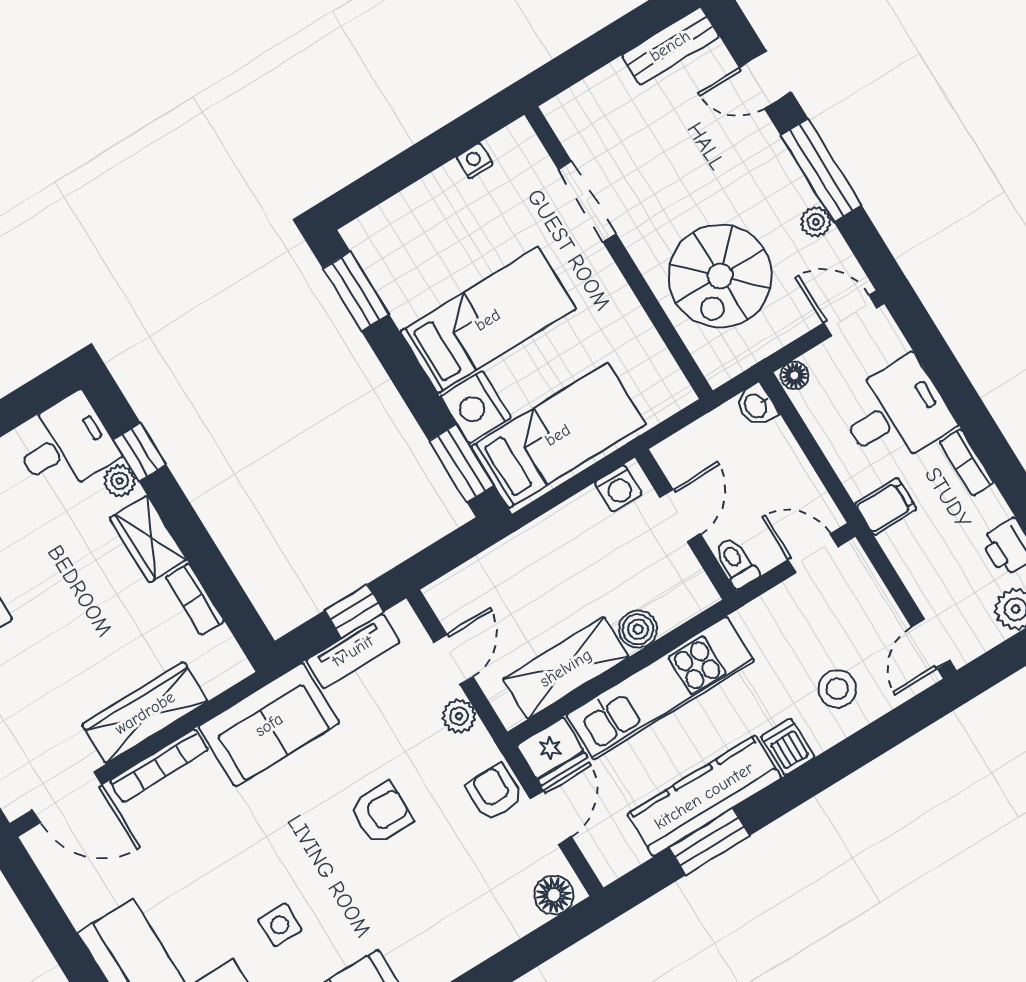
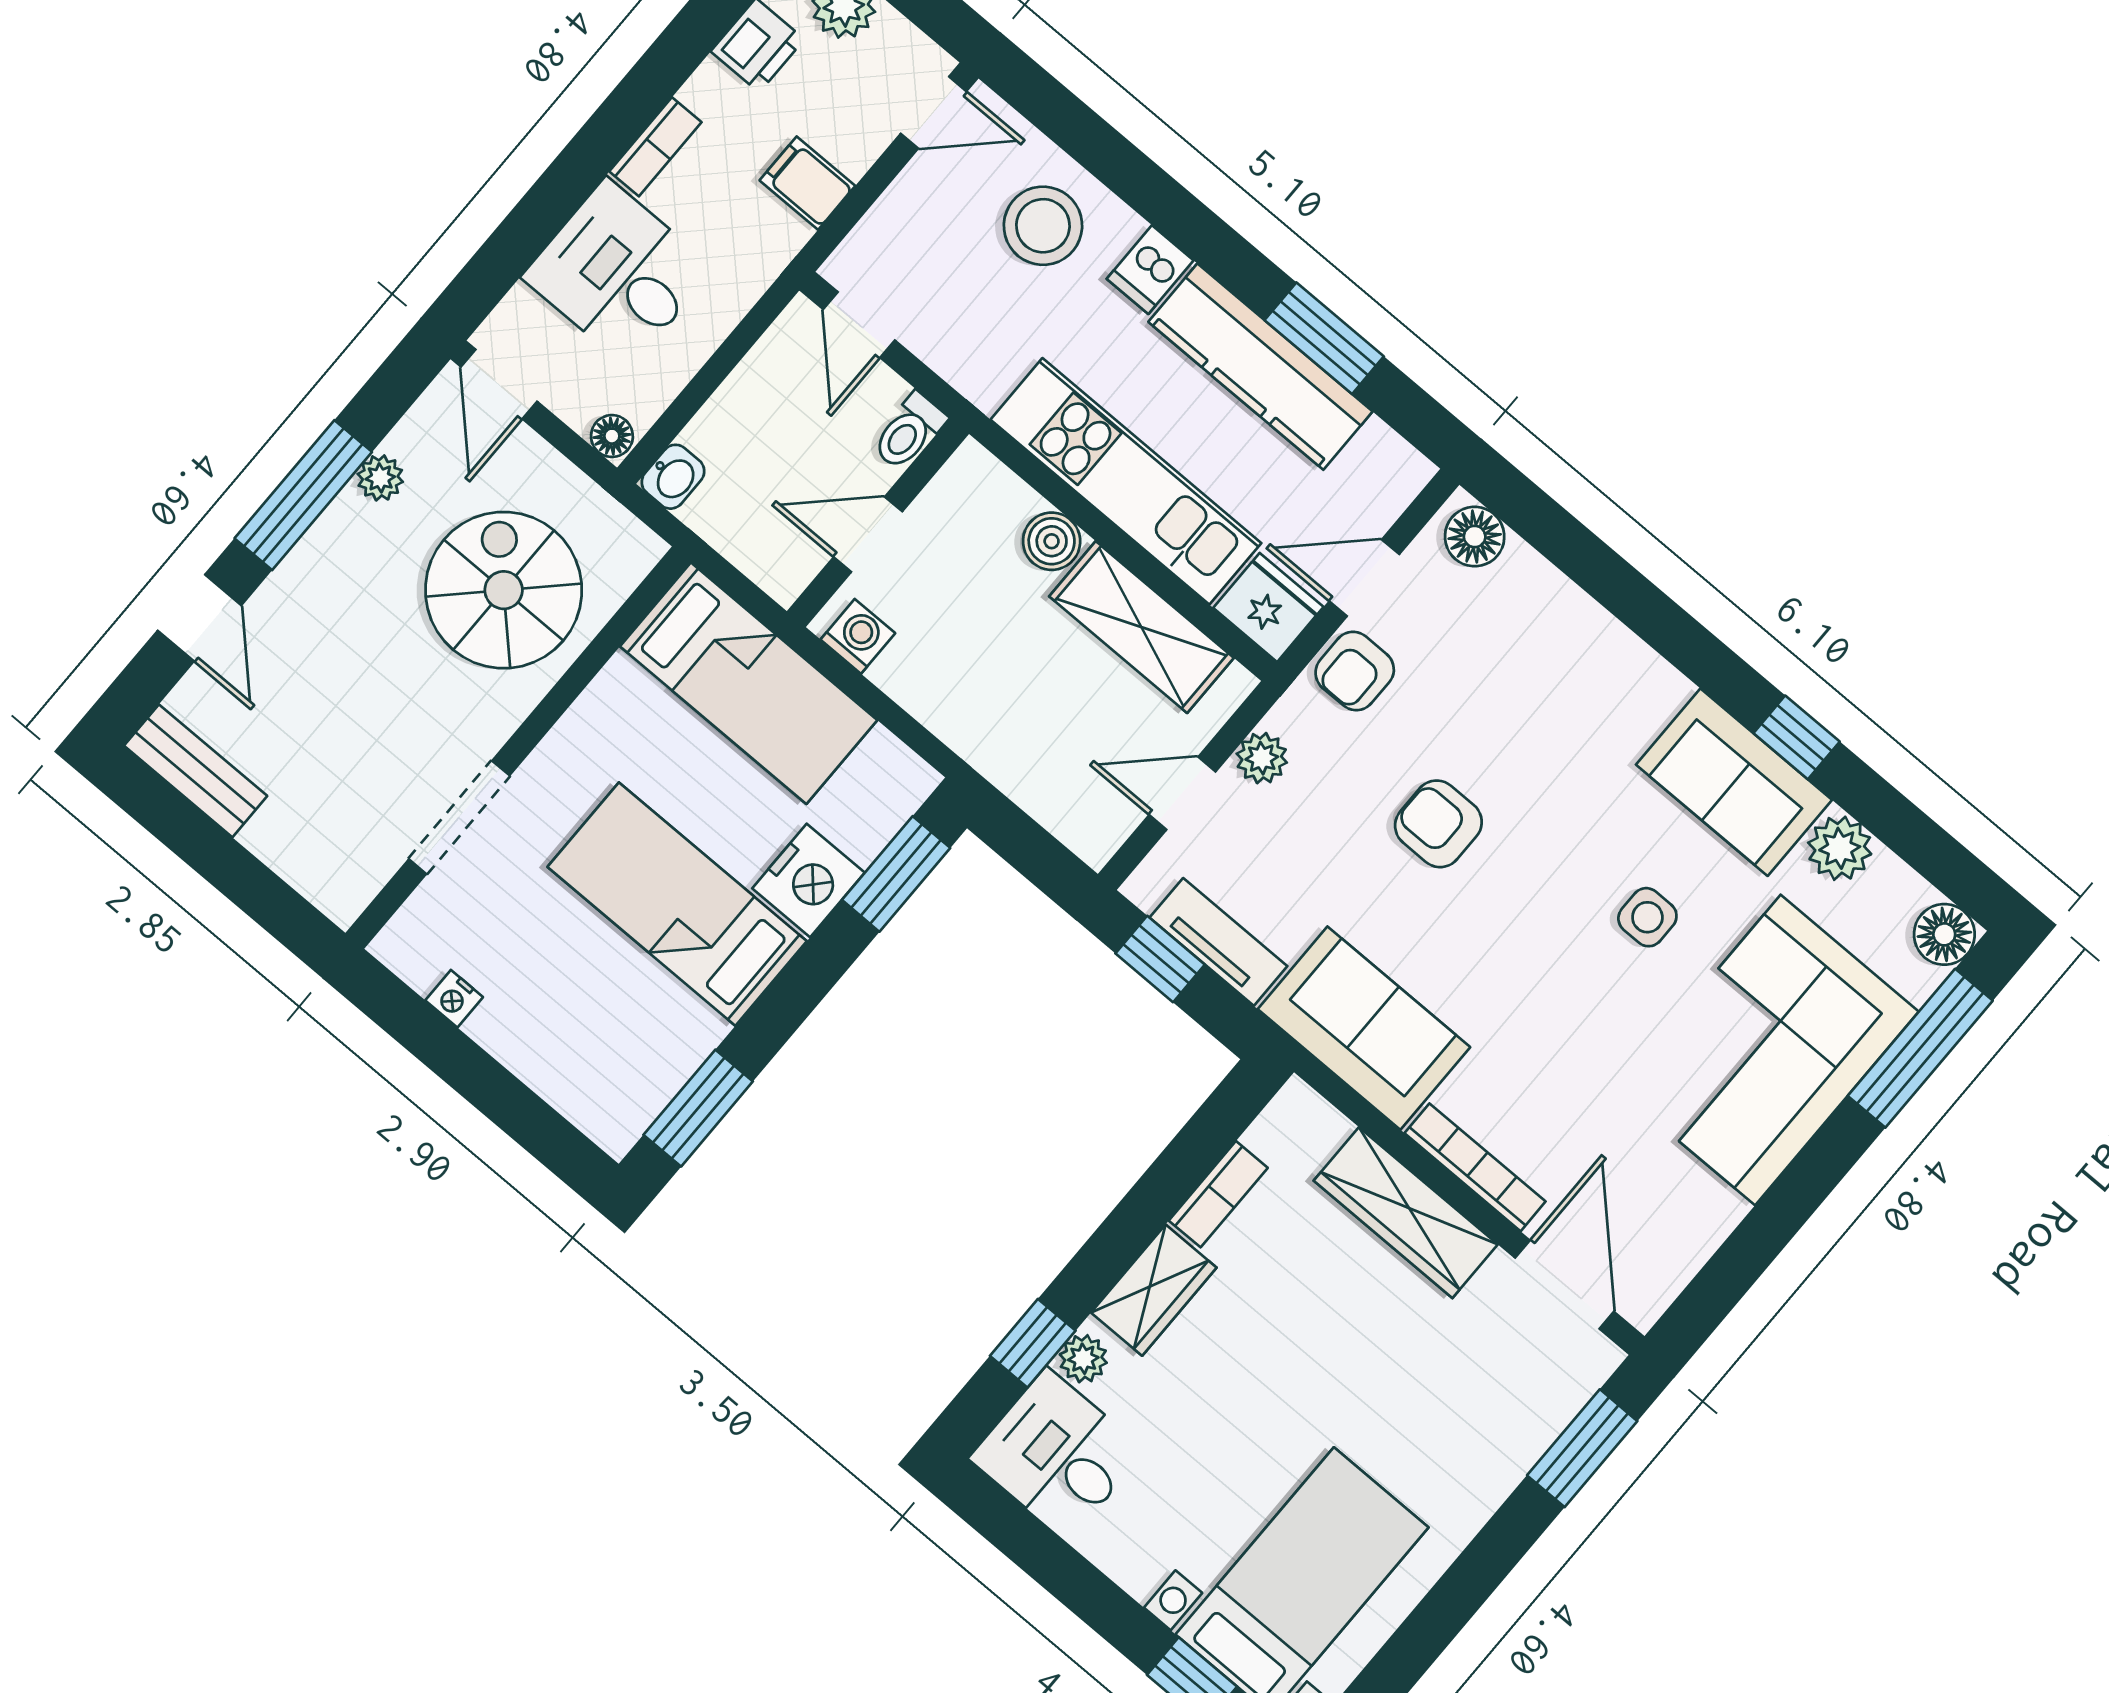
spiral stairs: (720, 276) -> (504, 590), turned -90
bed: (558, 435) -> (749, 683), moved, turned 180
filing cabinet: (886, 506) -> (807, 183), moved
stool: (837, 689) -> (1043, 226), width x1.38, depth x1.38

